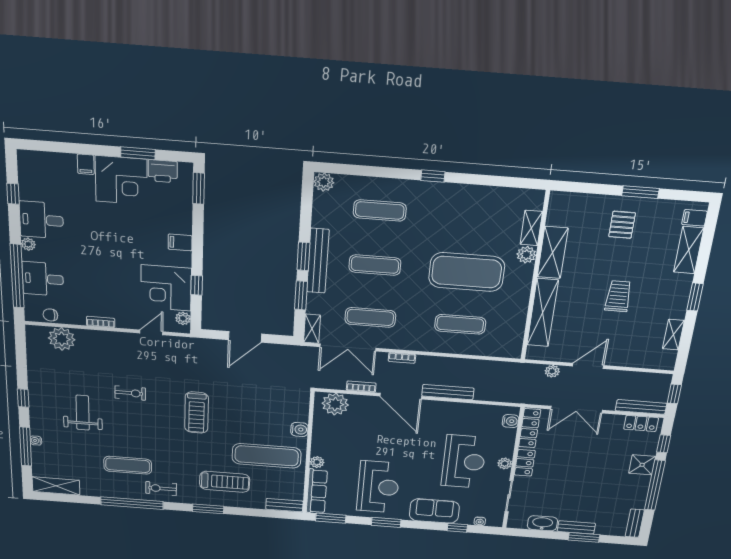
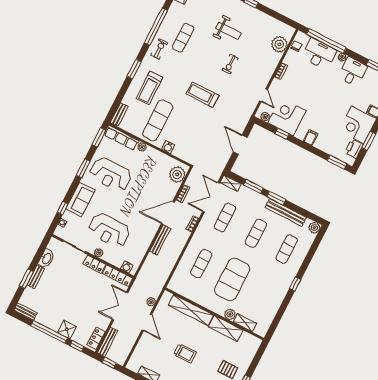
bench: (318, 261) -> (286, 212), moved
desk: (43, 279) -> (319, 54), width x1.37

